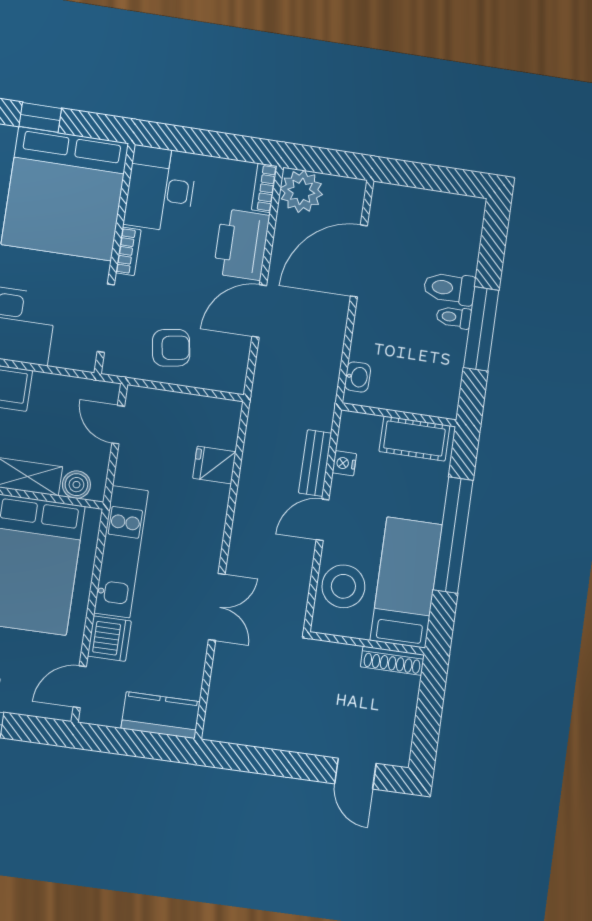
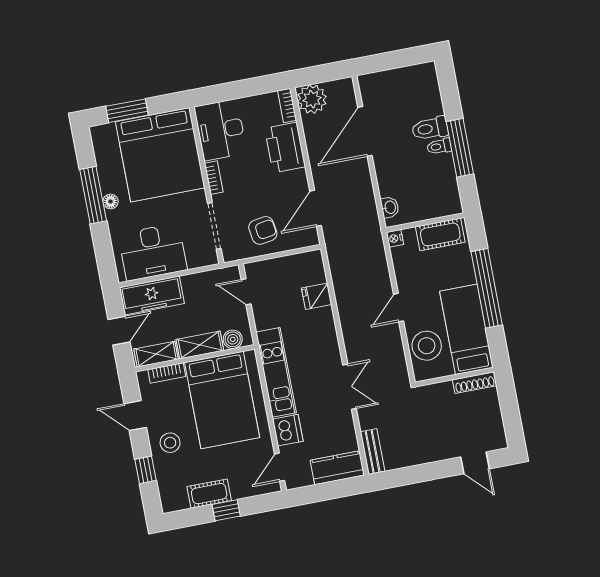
window: (40, 117) -> (127, 111), width x1.50
door: (259, 311) -> (316, 208), moved
bench: (315, 463) -> (373, 451), moved
nightstand: (344, 463) -> (395, 238), moved

